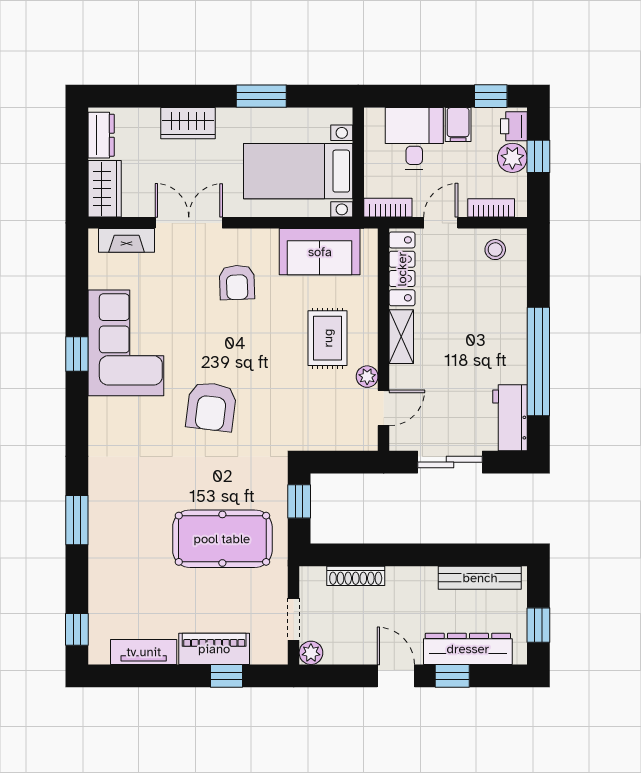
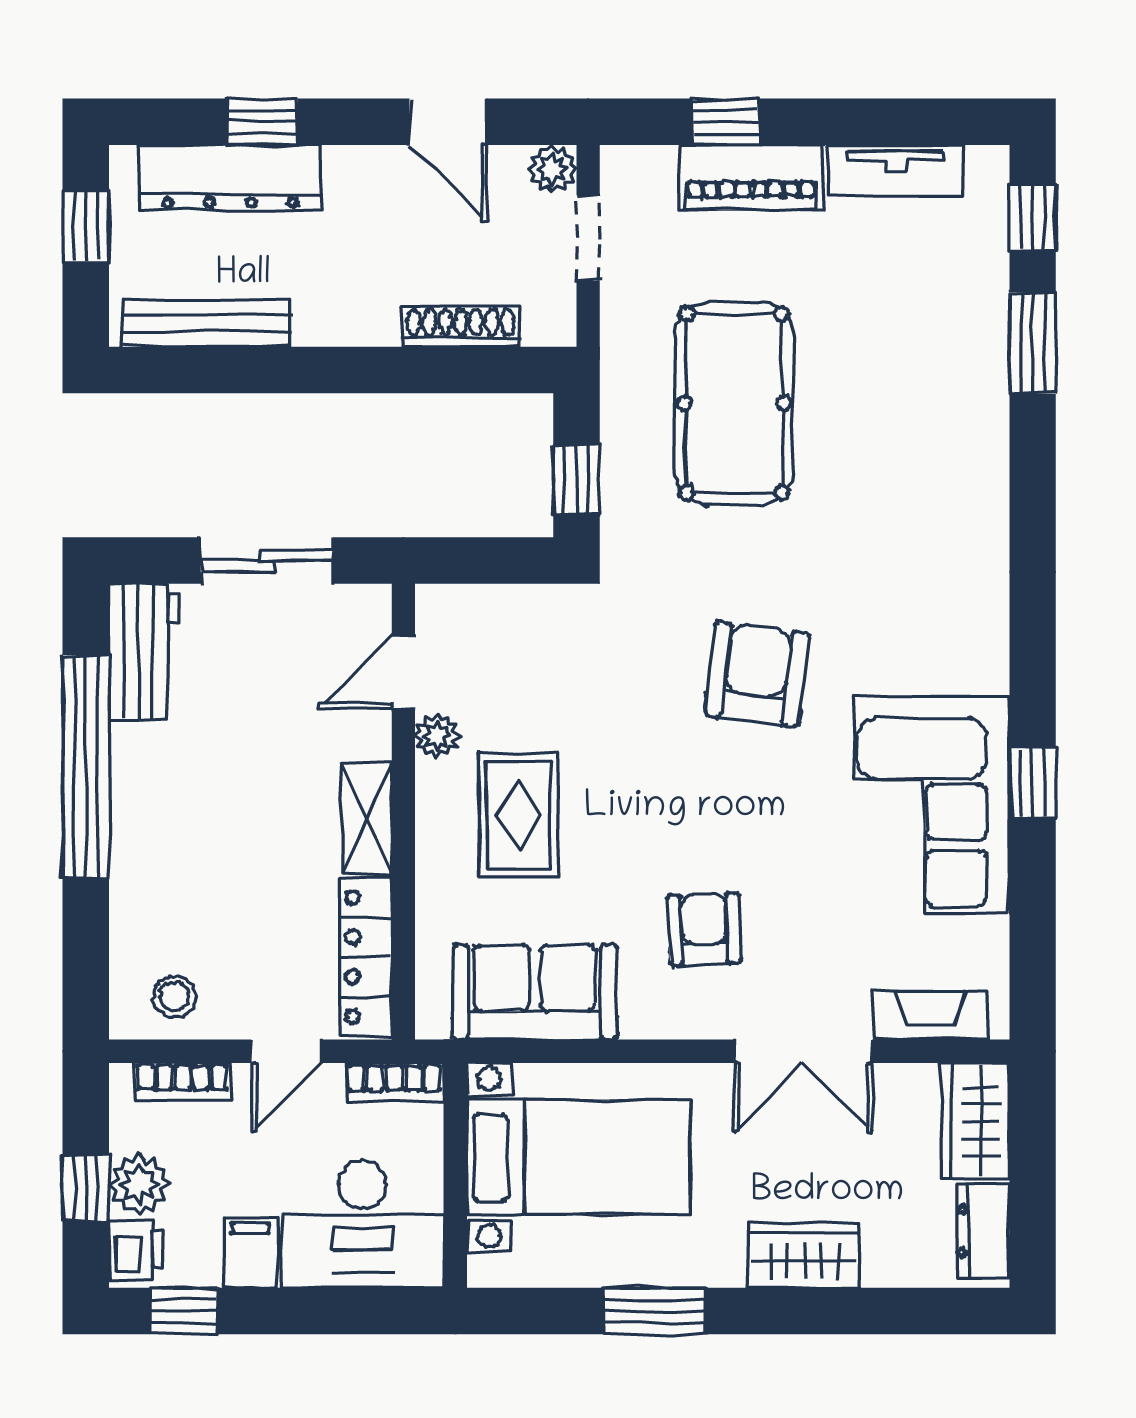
desk: (414, 139) -> (363, 1224), width x1.37
window: (77, 520) -> (1033, 343), moved
pool table: (222, 539) -> (734, 403), turned 90
door: (396, 676) -> (448, 122), moved

